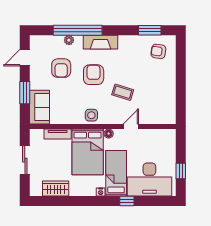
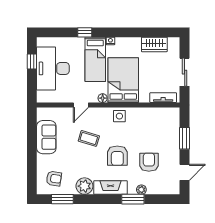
window: (78, 30) -> (133, 199), width x0.47
plant: (127, 44) -> (84, 186), added
sofa: (40, 107) -> (46, 137), moved, turned 180
tv unit: (58, 134) -> (163, 98), moved
desk: (149, 179) -> (53, 68), moved, turned -90

